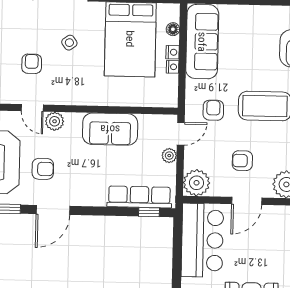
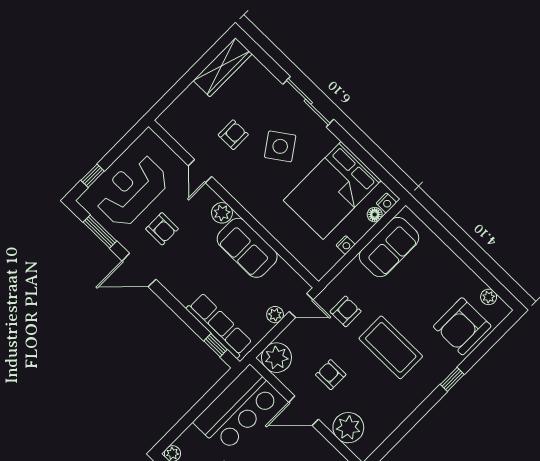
sofa: (202, 42) -> (389, 247), width x0.73
side table: (69, 43) -> (280, 146), width x1.87, depth x1.87
nightstand: (173, 52) -> (386, 203), moved
plant: (55, 121) -> (222, 213), moved

